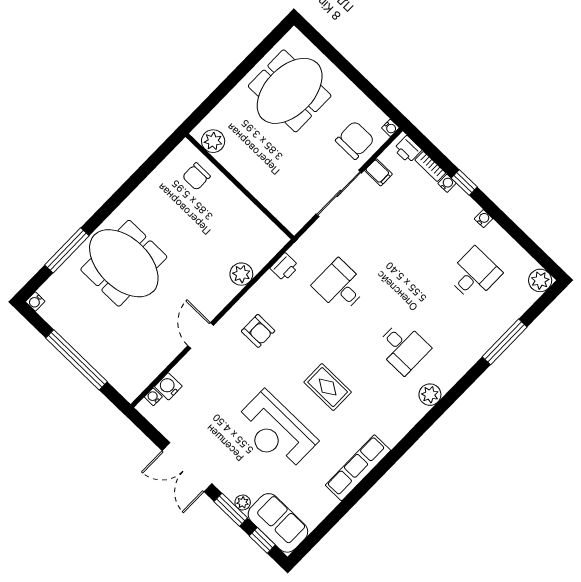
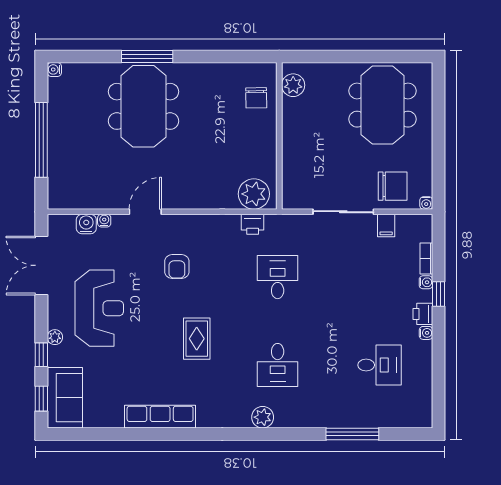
meeting table: (290, 91) -> (382, 105), turned 90
printer: (408, 149) -> (423, 314), moved
chair: (196, 176) -> (256, 98), turned -91
window: (67, 250) -> (147, 57), moved
plant: (241, 274) -> (254, 194), moved, width x1.36, depth x1.36
plant: (540, 280) -> (421, 417), removed
armchair: (258, 331) -> (177, 267), moved
water cooler: (153, 397) -> (104, 221), moved
reception desk: (275, 432) -> (99, 308), moved, turned 180
double door: (187, 467) -> (41, 265), moved
plant: (243, 502) -> (55, 337), moved
window: (231, 510) -> (41, 355), width x0.67

